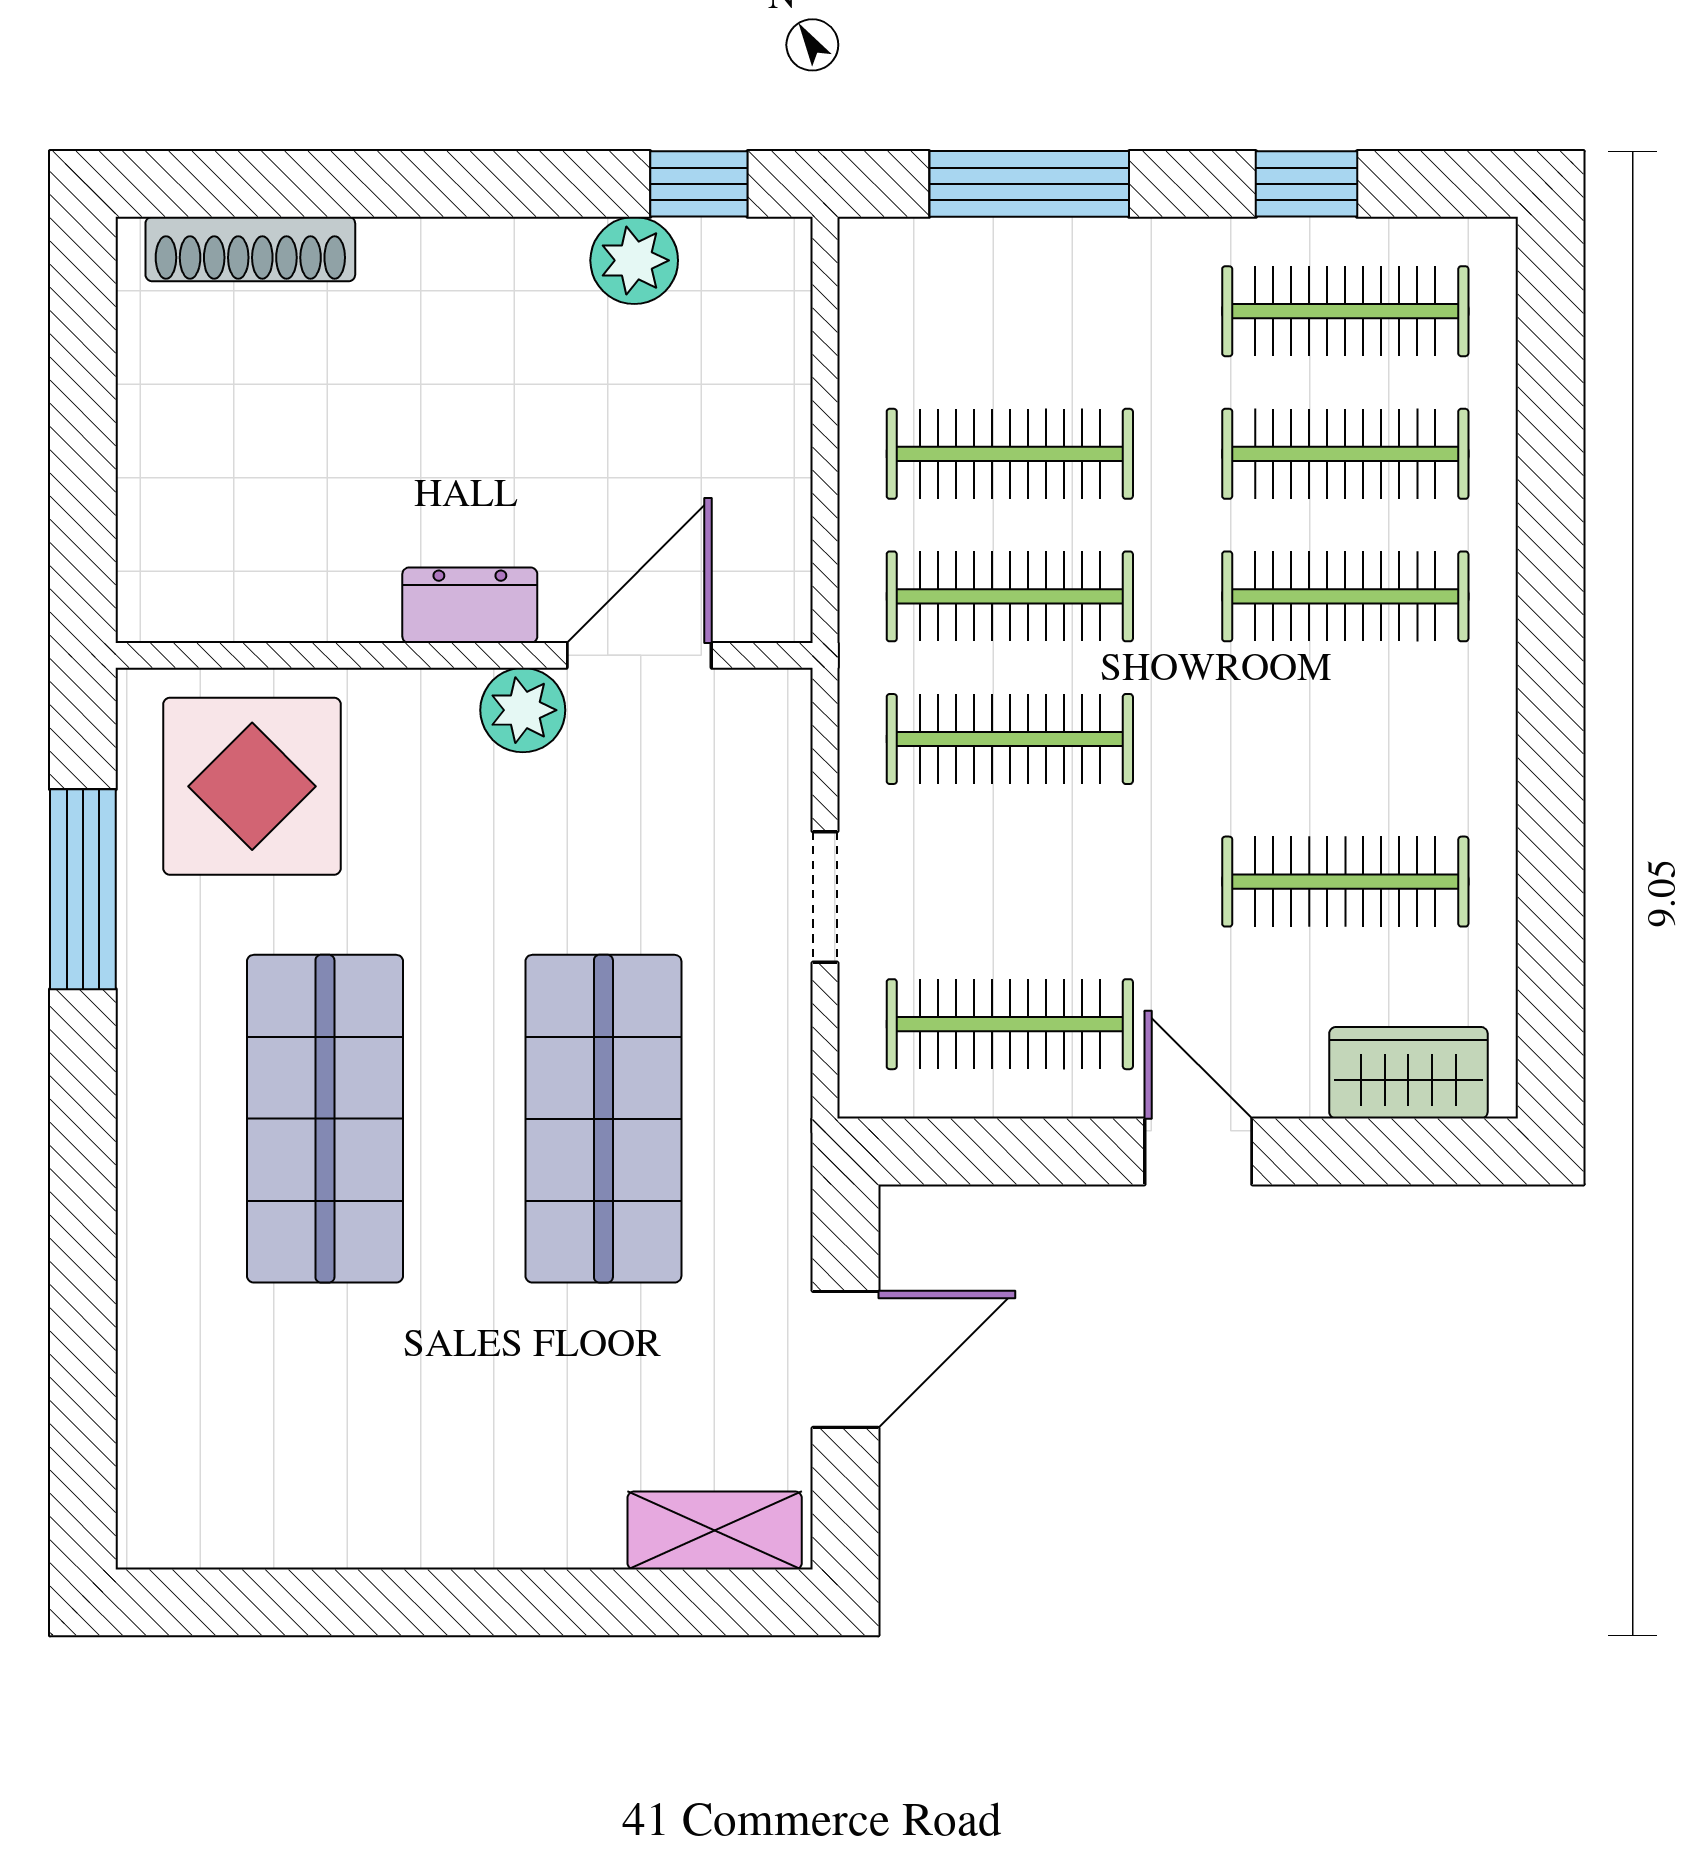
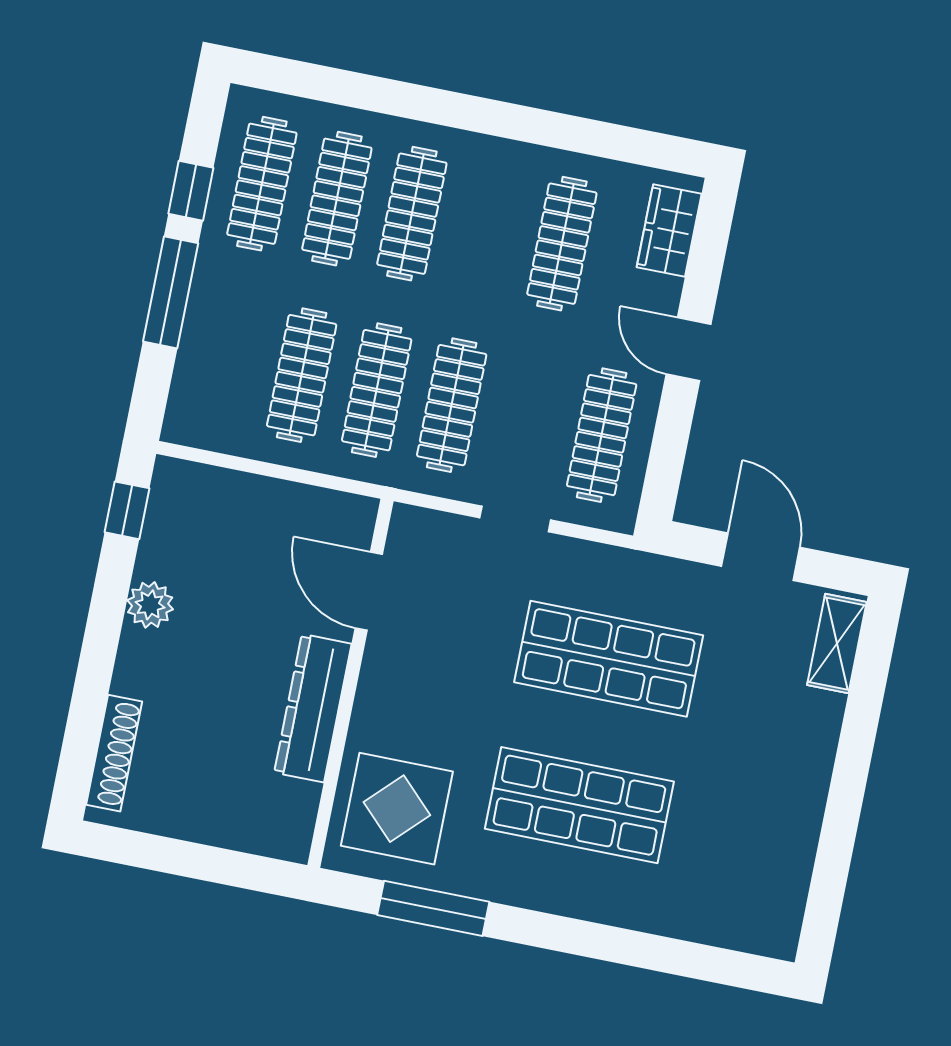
window: (1029, 184) -> (171, 292), moved
plant: (634, 260) -> (150, 605), moved
dresser: (470, 605) -> (313, 708), width x1.96, depth x1.24
plant: (523, 710) -> (385, 658), removed
door: (1198, 1151) -> (688, 349), hinge flipped

